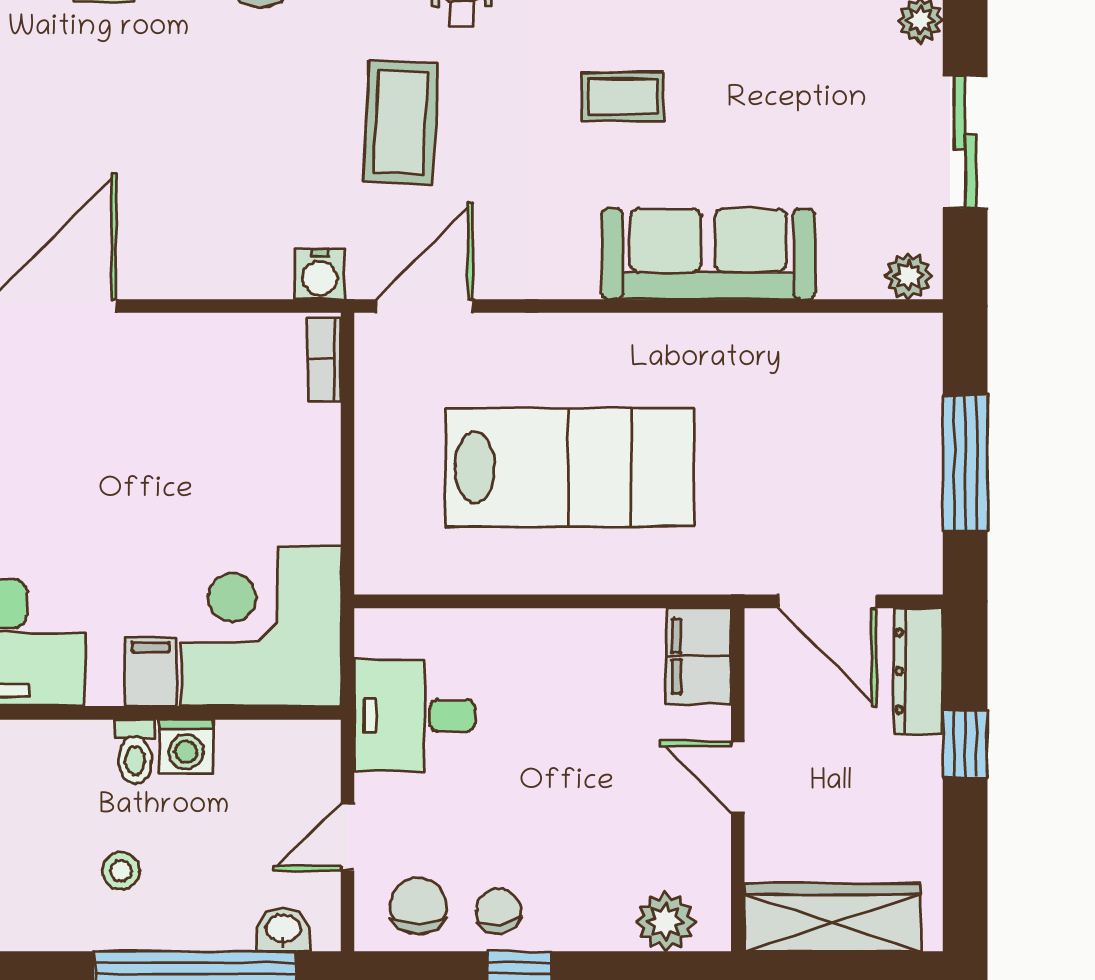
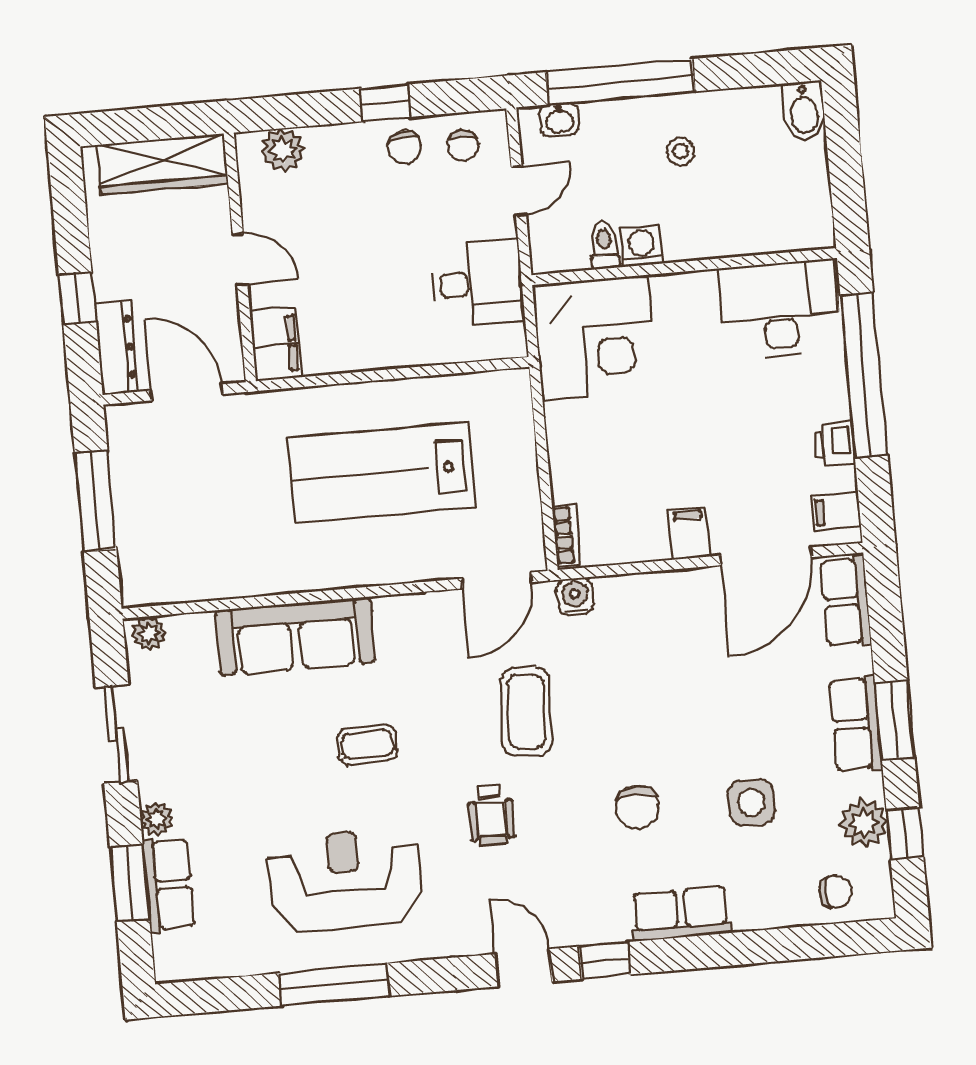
filing cabinet: (151, 672) -> (689, 533), moved, turned 180
toilet: (135, 752) -> (604, 245), moved
chair: (418, 906) -> (463, 145), width x0.73, depth x0.73

